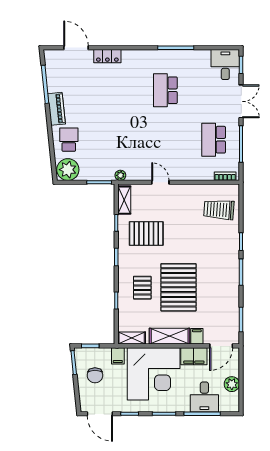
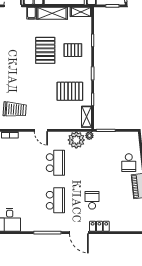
door: (76, 48) -> (79, 233), moved
school desk: (117, 90) -> (92, 200), added
school desk: (214, 140) -> (55, 163), moved
plant: (68, 170) -> (76, 140), moved
door: (160, 182) -> (41, 130), moved
pallet: (178, 287) -> (45, 50), width x0.73, depth x0.71
pallet: (142, 288) -> (73, 50), turned 90

